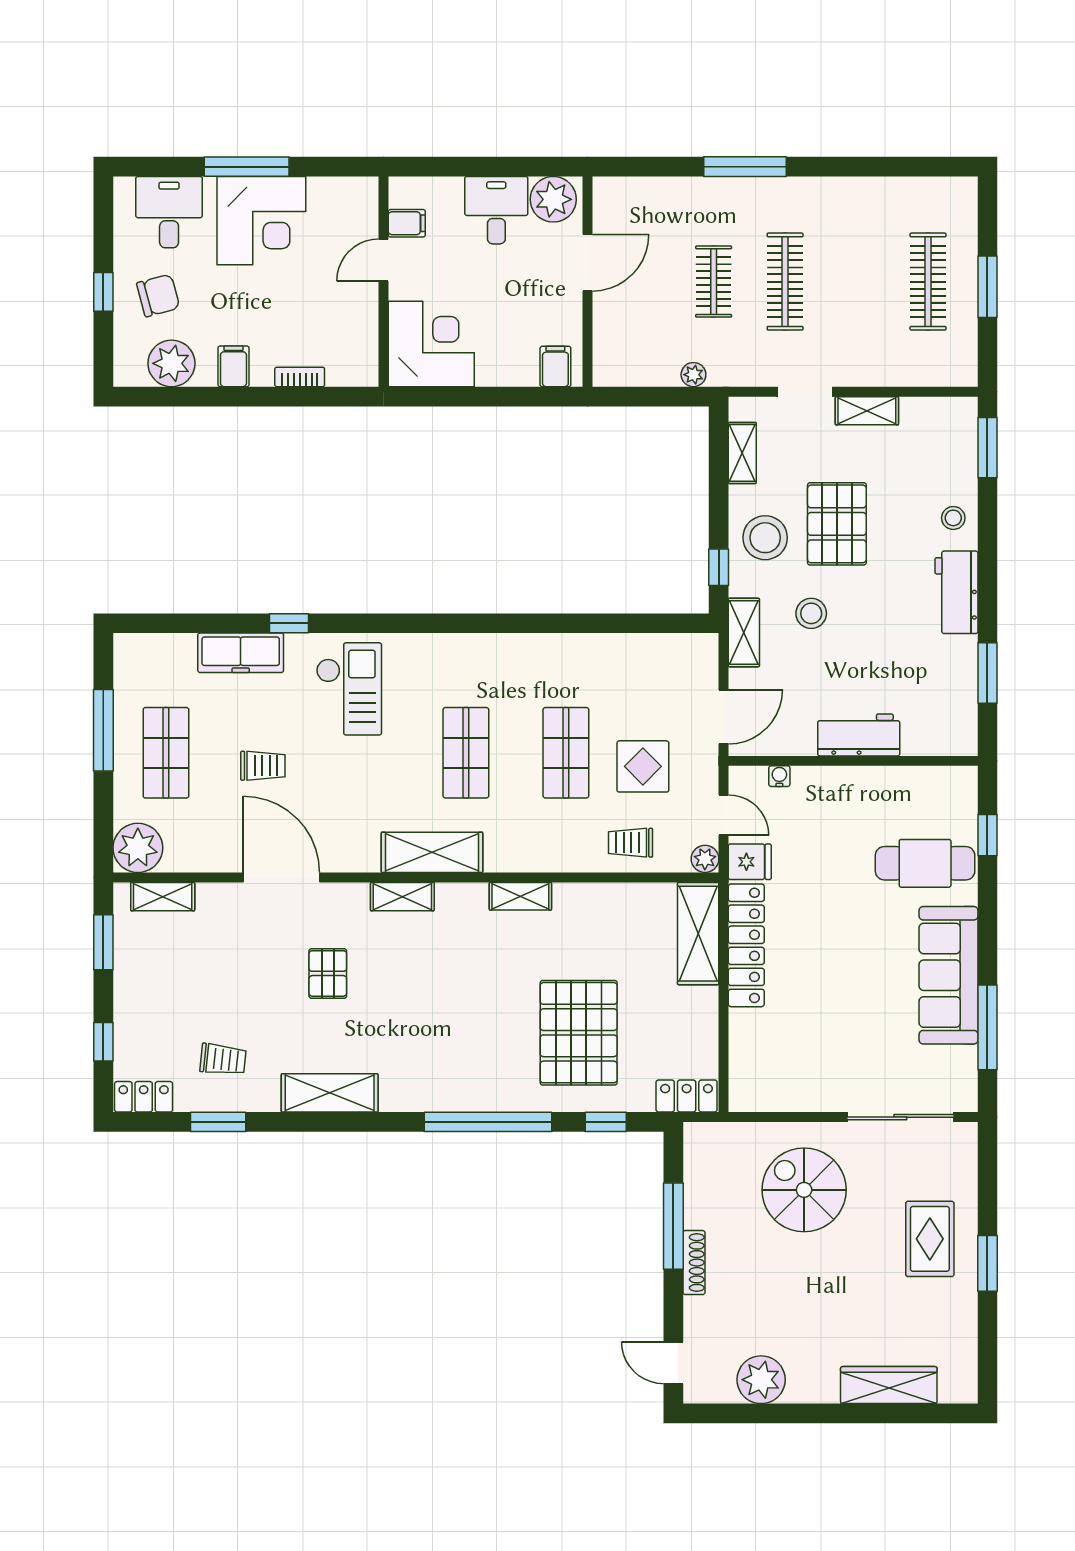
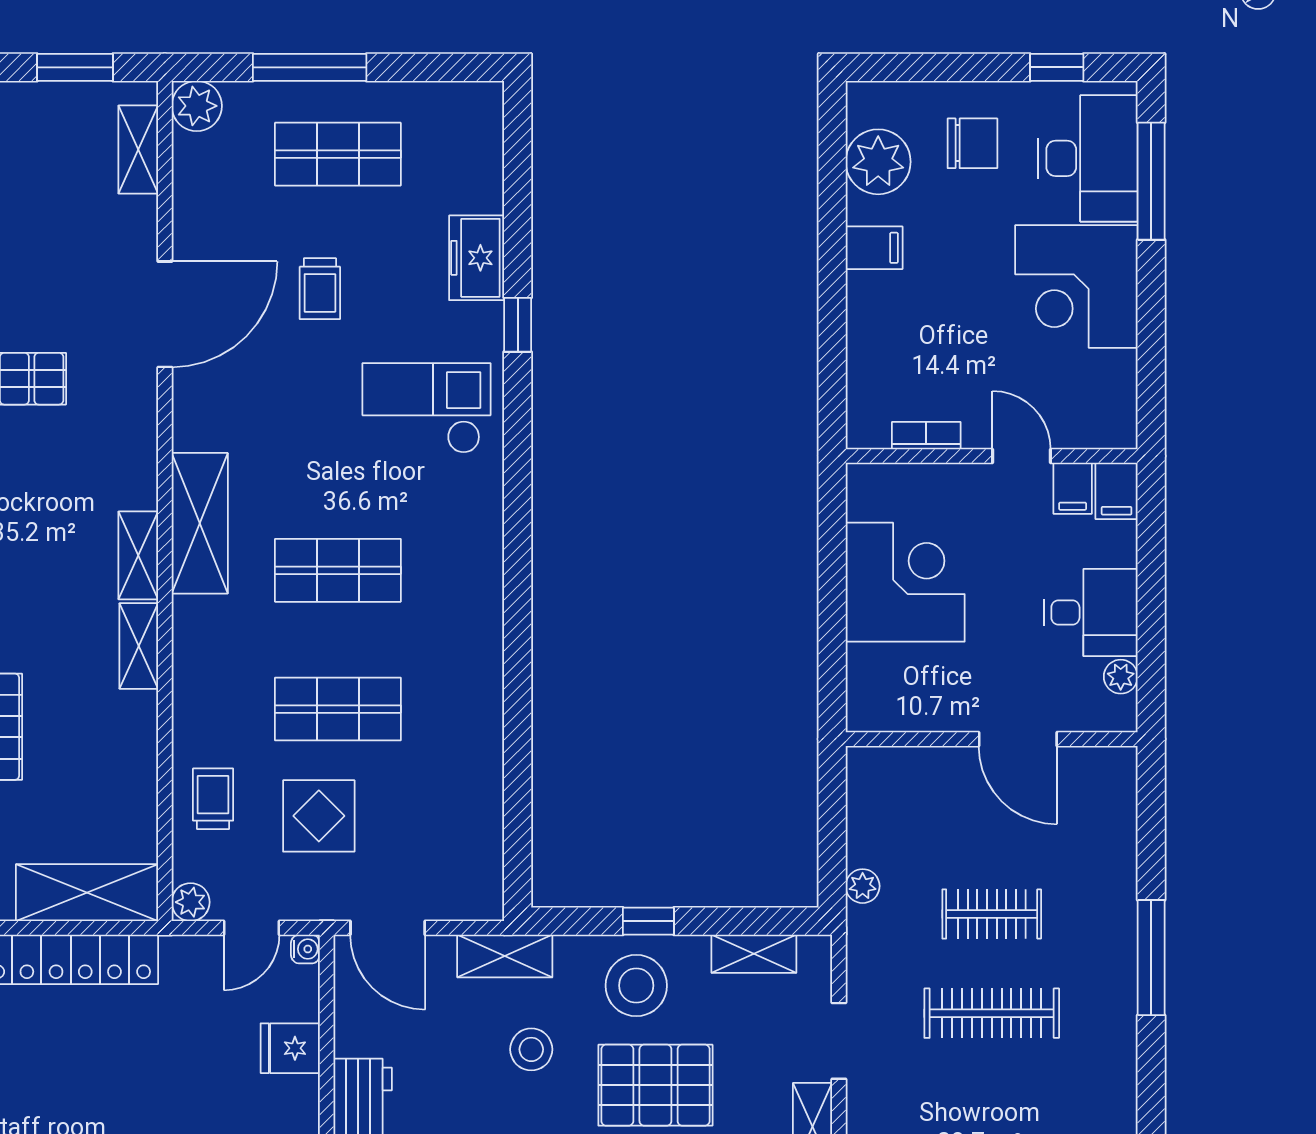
window: (247, 167) -> (1151, 181), moved
plant: (553, 199) -> (1121, 677), width x0.53, depth x0.53
desk: (169, 212) -> (1088, 158), width x1.37
window: (103, 292) -> (1057, 67), moved
chair: (158, 295) -> (972, 143), turned -75
corner desk: (431, 344) -> (905, 582), moved, turned -90
filing cabinet: (555, 366) -> (1117, 491), moved, turned 90
bookcase: (300, 377) -> (926, 436), moved, turned -90
window: (719, 567) -> (648, 921), moved
freezer: (241, 653) -> (477, 258), width x0.71
checkout: (349, 689) -> (426, 408), turned 180
window: (103, 730) -> (310, 67), moved
water cooler: (779, 776) -> (305, 949), moved
plant: (138, 848) -> (197, 106), width x0.73, depth x0.73
fridge: (750, 862) -> (290, 1048), moved, turned 90
shelving: (402, 897) -> (138, 555), moved

